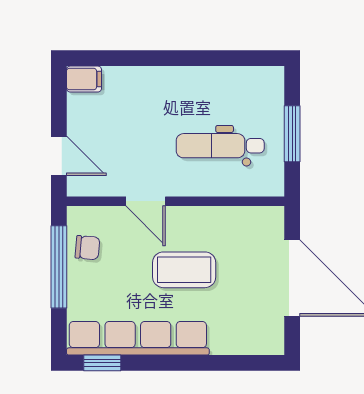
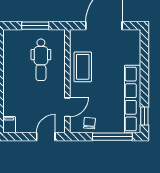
door: (146, 201) -> (67, 107), moved
window: (59, 267) -> (112, 137), moved
coffee table: (184, 270) -> (83, 67), moved

